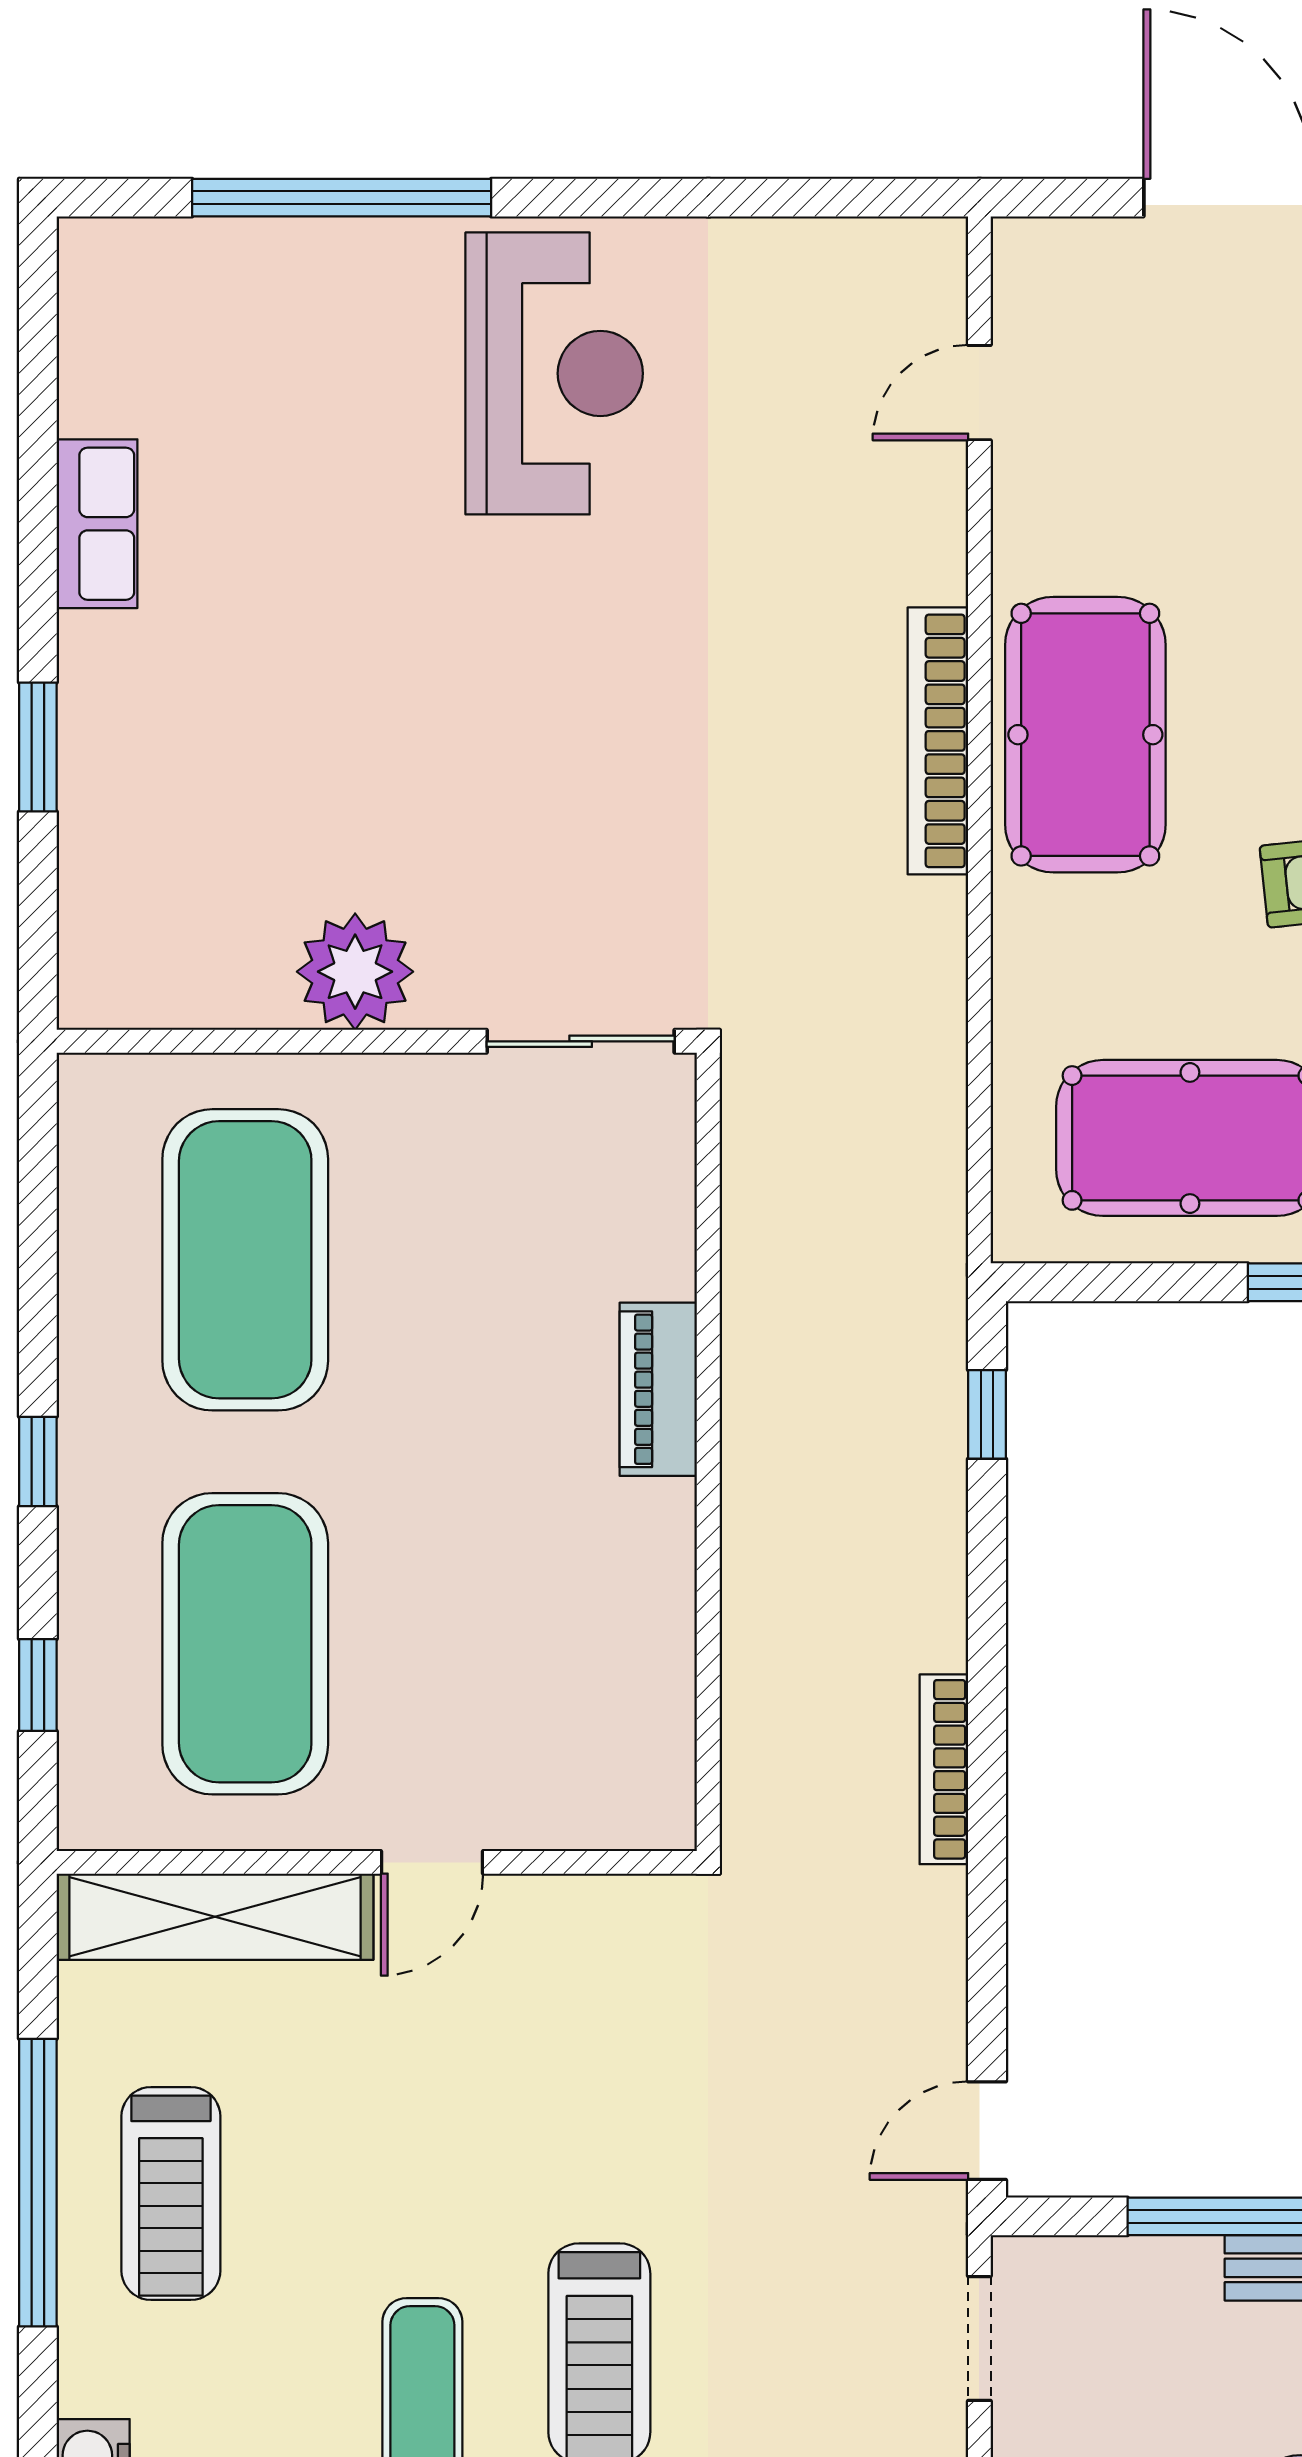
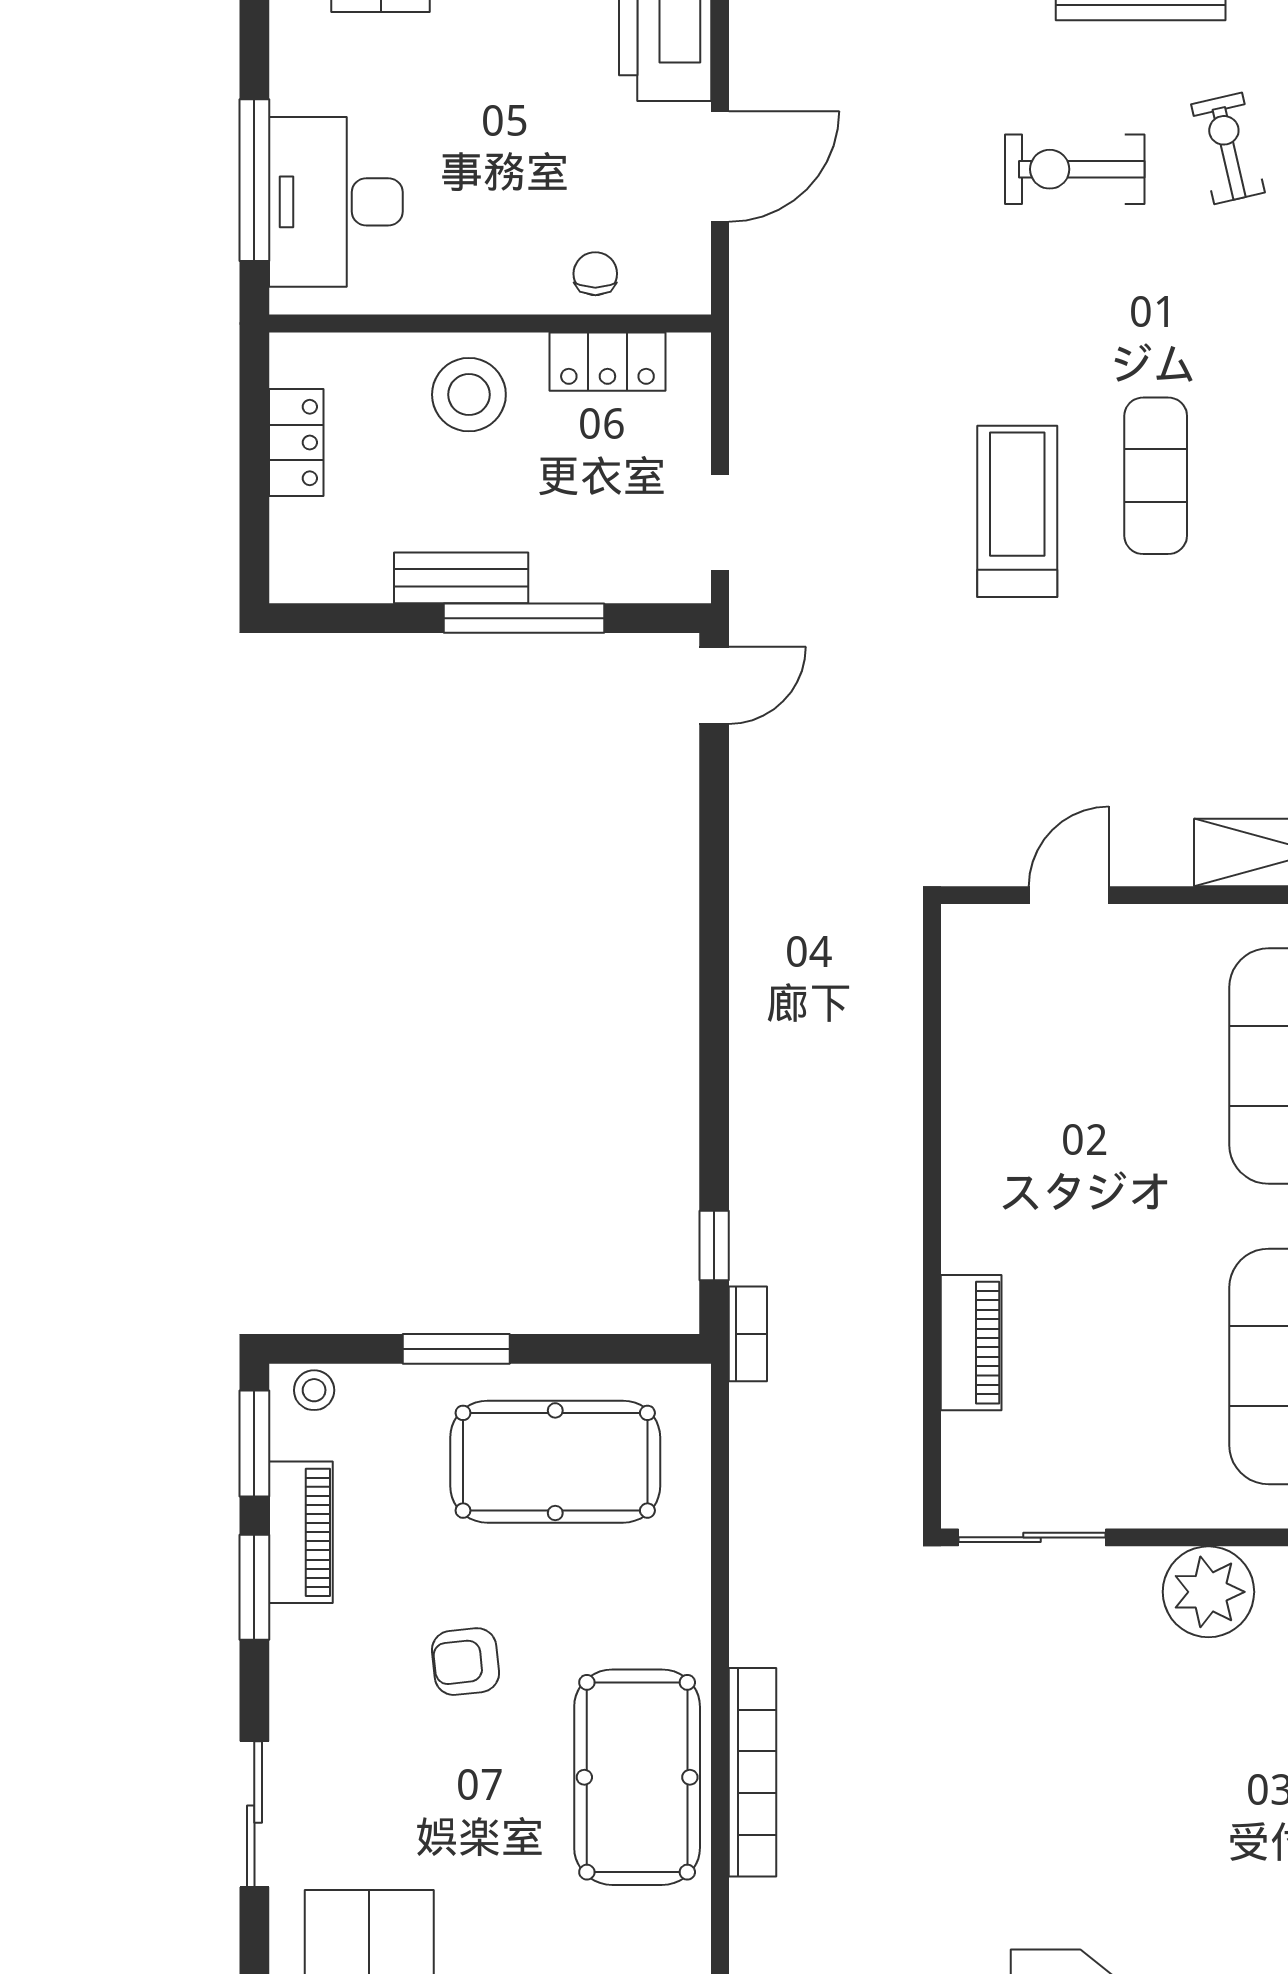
piano: (658, 1389) -> (971, 1343), moved
bookcase: (944, 1769) -> (748, 1334), moved, width x0.64
door: (432, 1862) -> (1069, 895), moved

